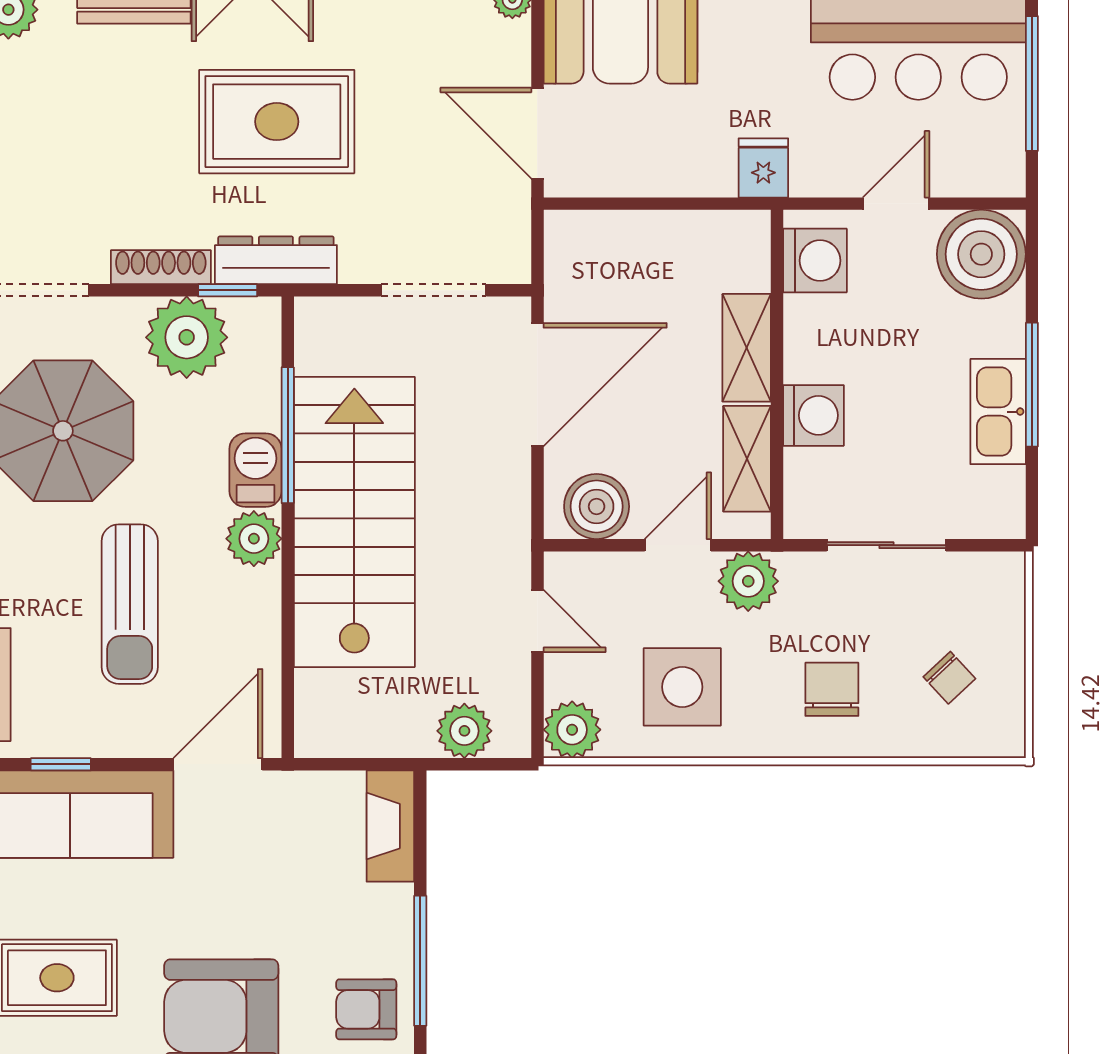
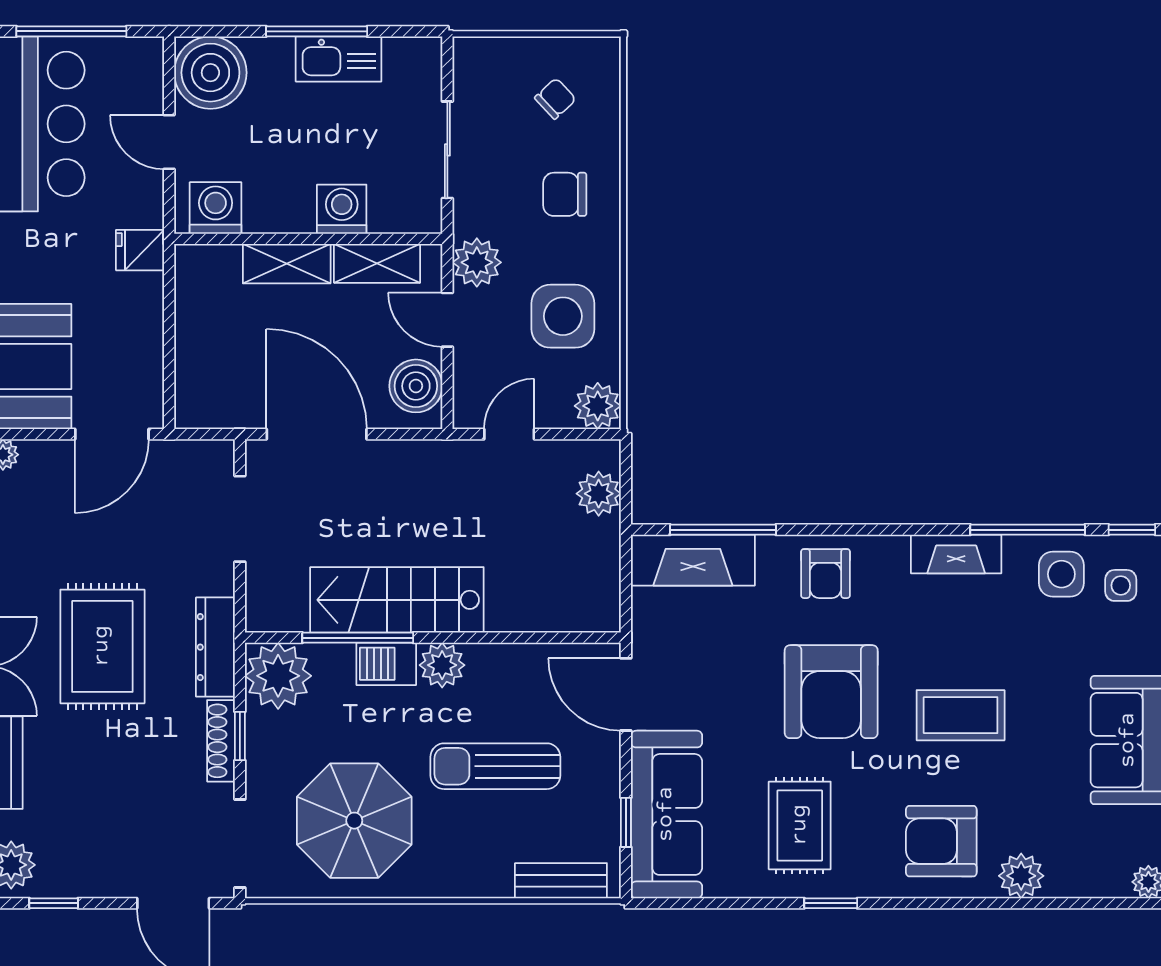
window: (228, 290) -> (240, 736), moved
plant: (187, 337) -> (278, 676), moved
stairs: (354, 522) -> (397, 600), width x0.73, depth x0.66
sun lounger: (130, 604) -> (495, 766), turned 180
fireplace: (390, 826) -> (693, 560), width x1.37, depth x1.32
window: (420, 961) -> (723, 530), moved

